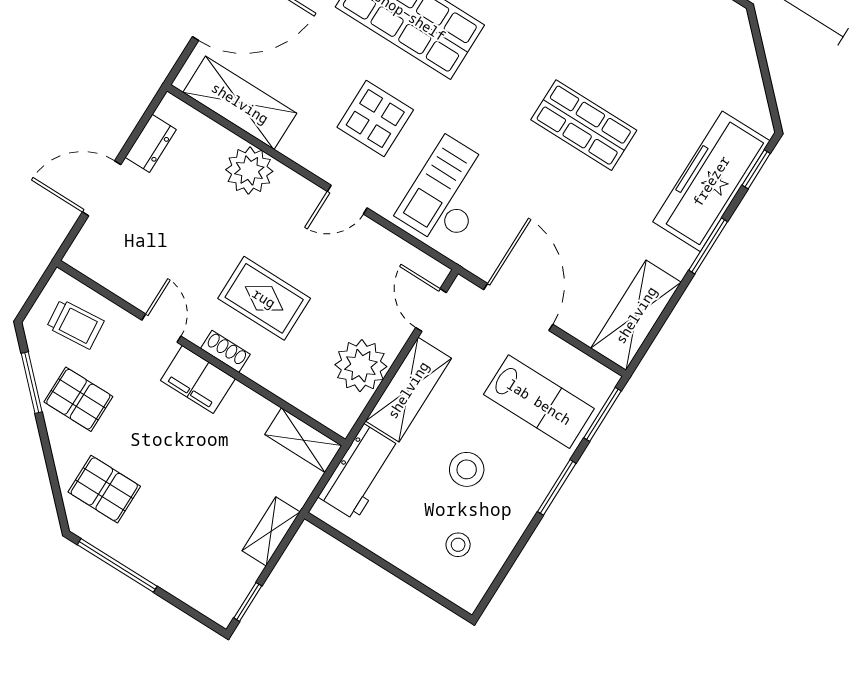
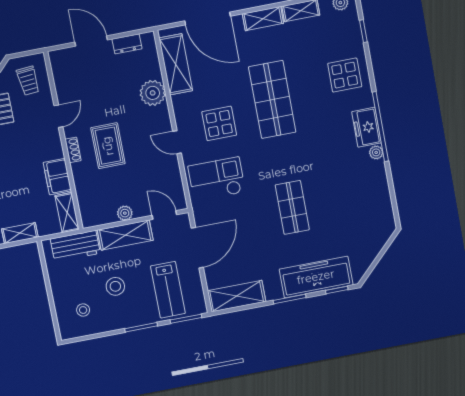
door: (431, 310) -> (164, 215), hinge flipped
plant: (361, 366) -> (125, 213), width x0.53, depth x0.53
filing cabinet: (198, 380) -> (57, 177), moved

